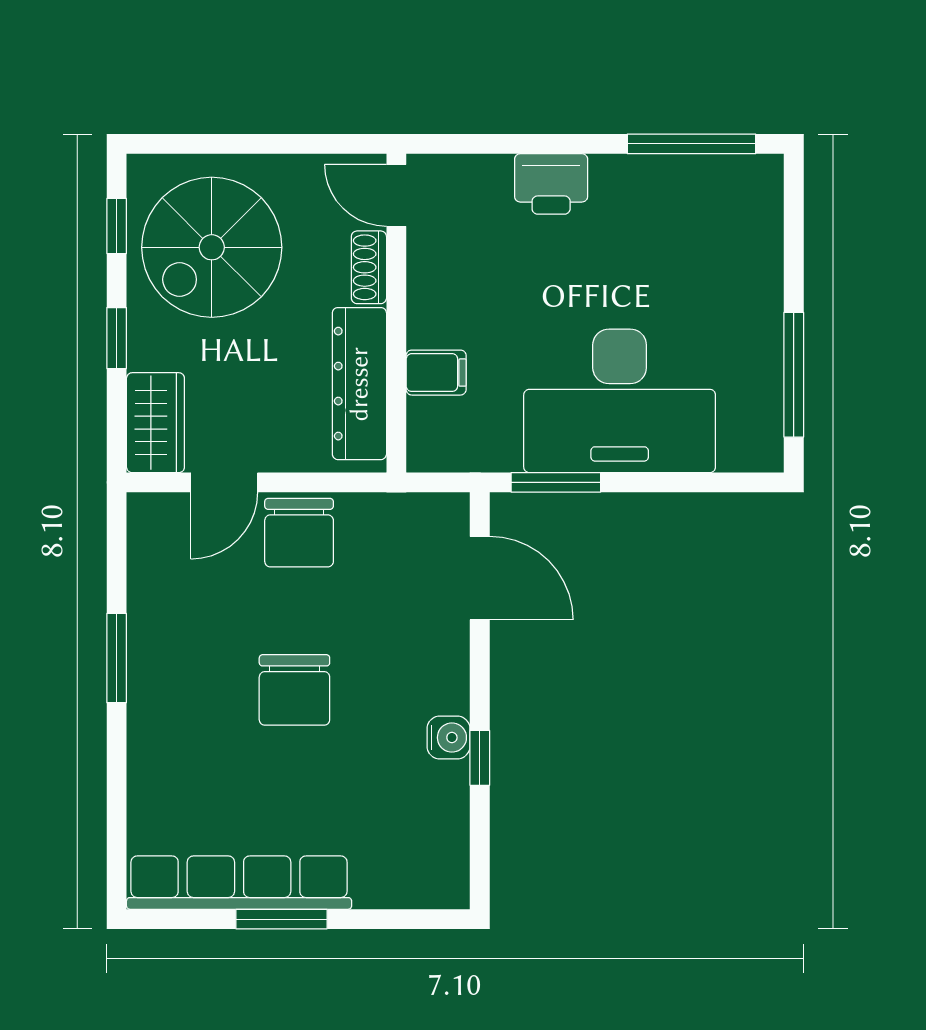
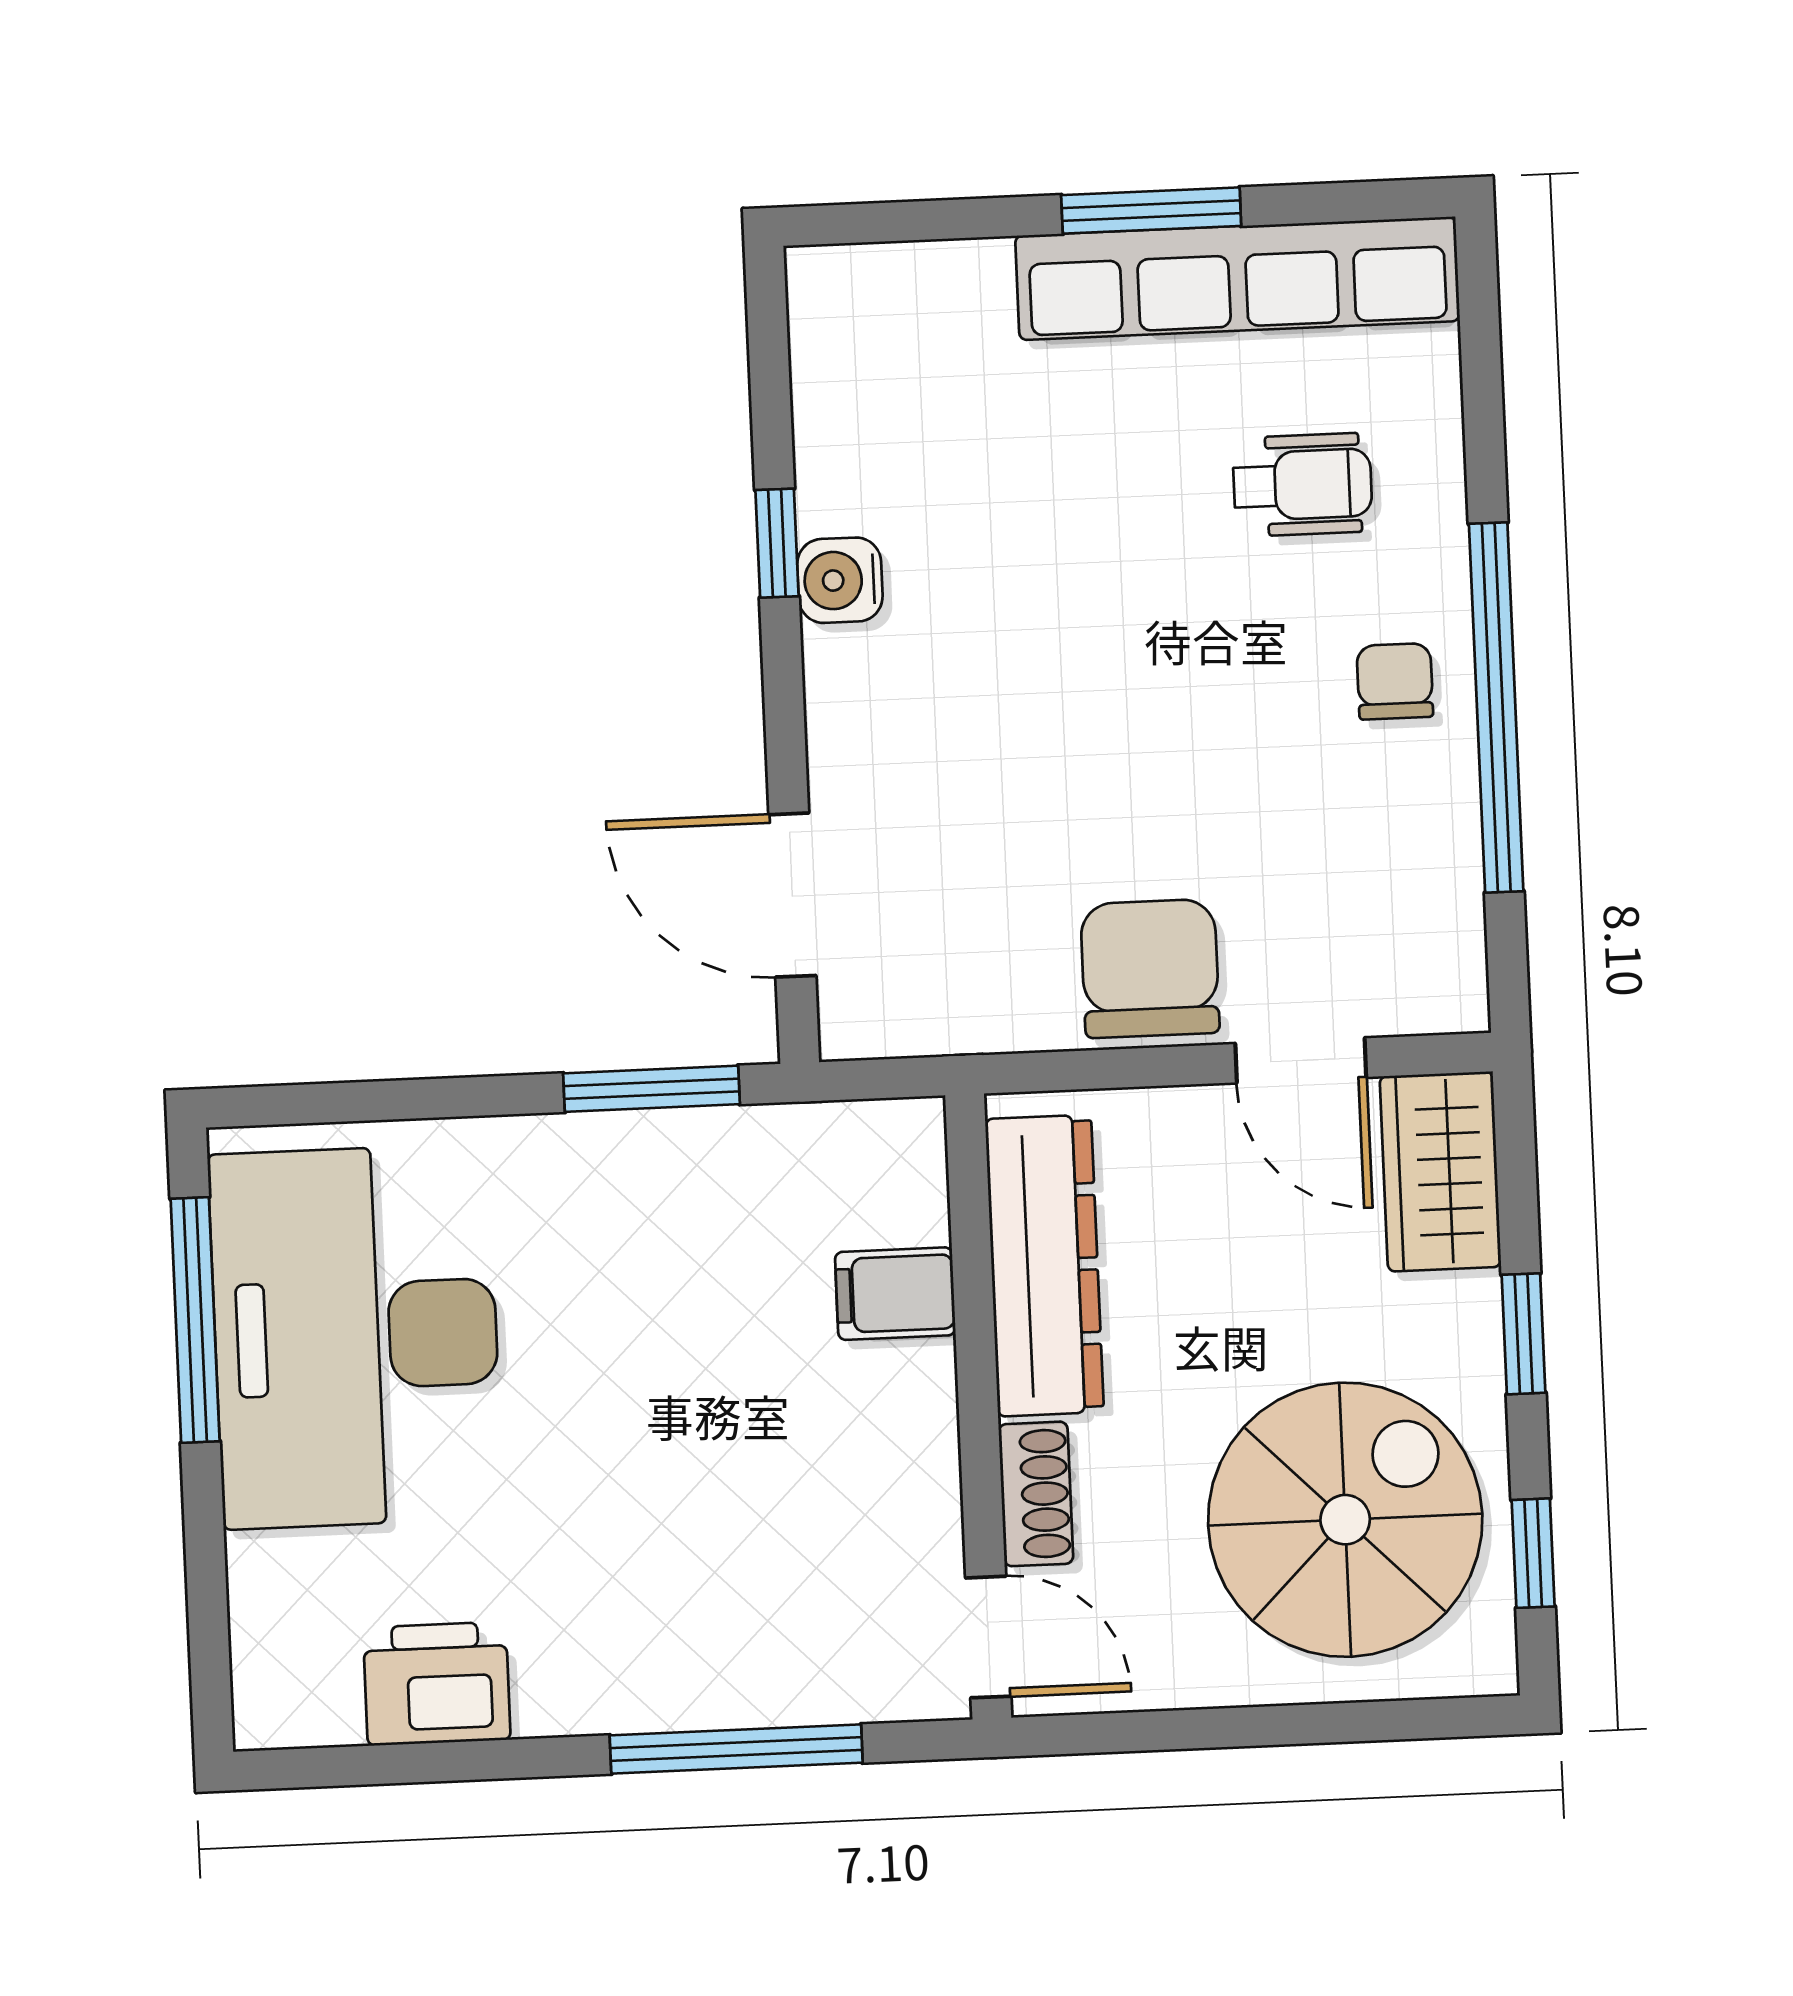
window: (691, 144) -> (736, 1749), moved
printer: (551, 184) -> (437, 1684), moved
desk: (620, 401) -> (356, 1336), moved, turned -90
door: (224, 482) -> (1301, 1060), swing flipped
window: (117, 658) -> (1496, 708), width x2.11
chair: (294, 690) -> (1395, 681), moved, width x0.54, depth x0.54
wheelchair: (210, 776) -> (1303, 485), added

